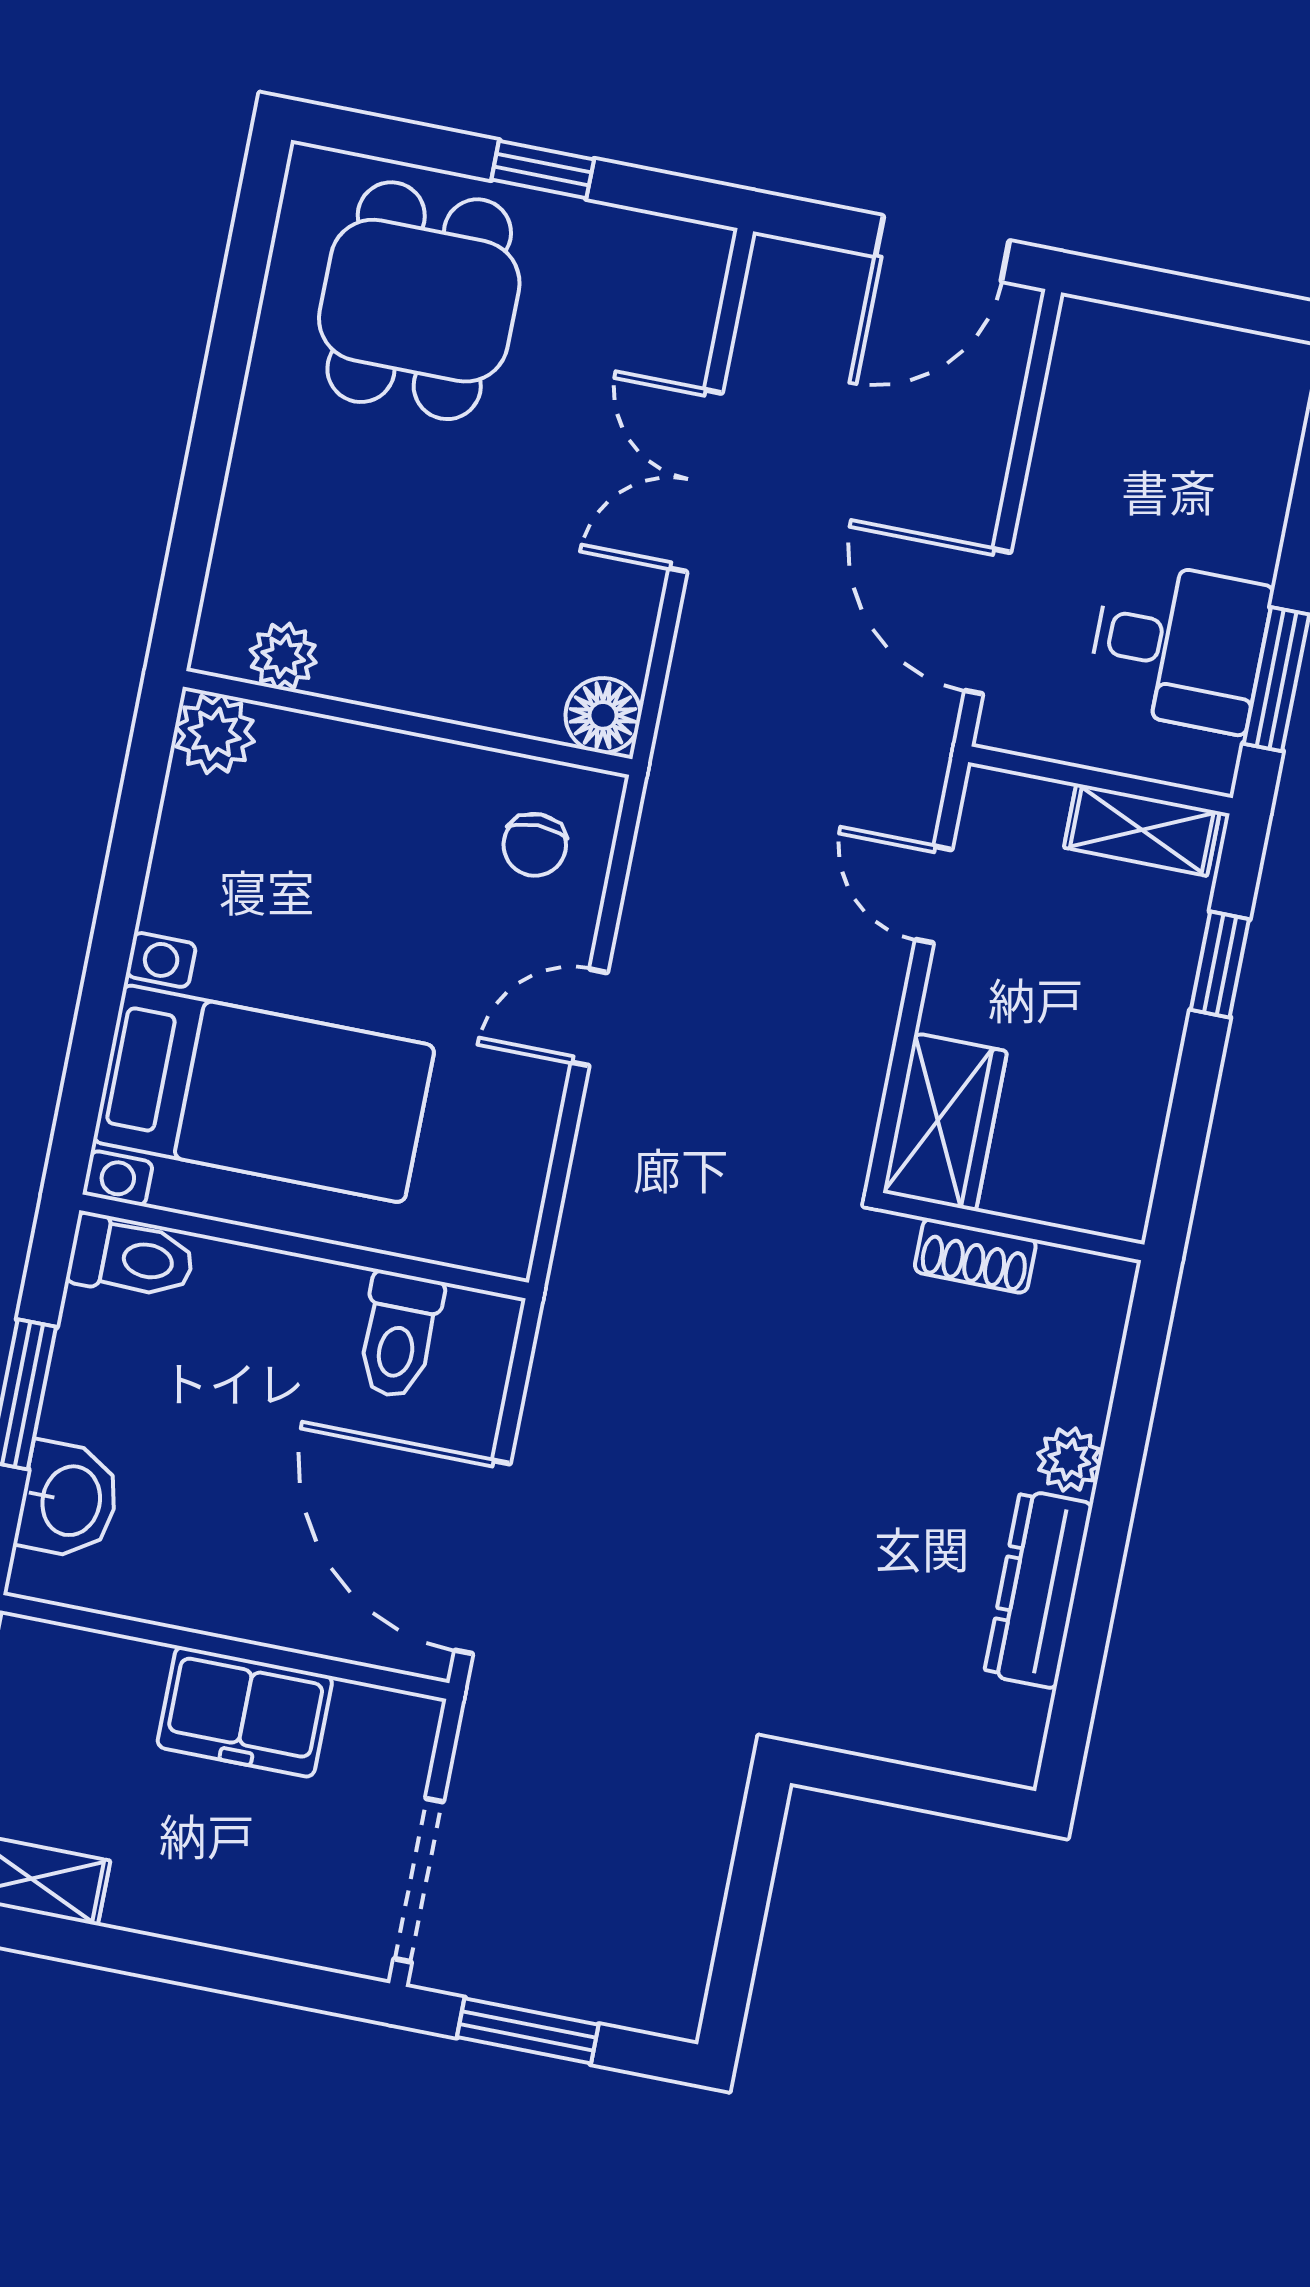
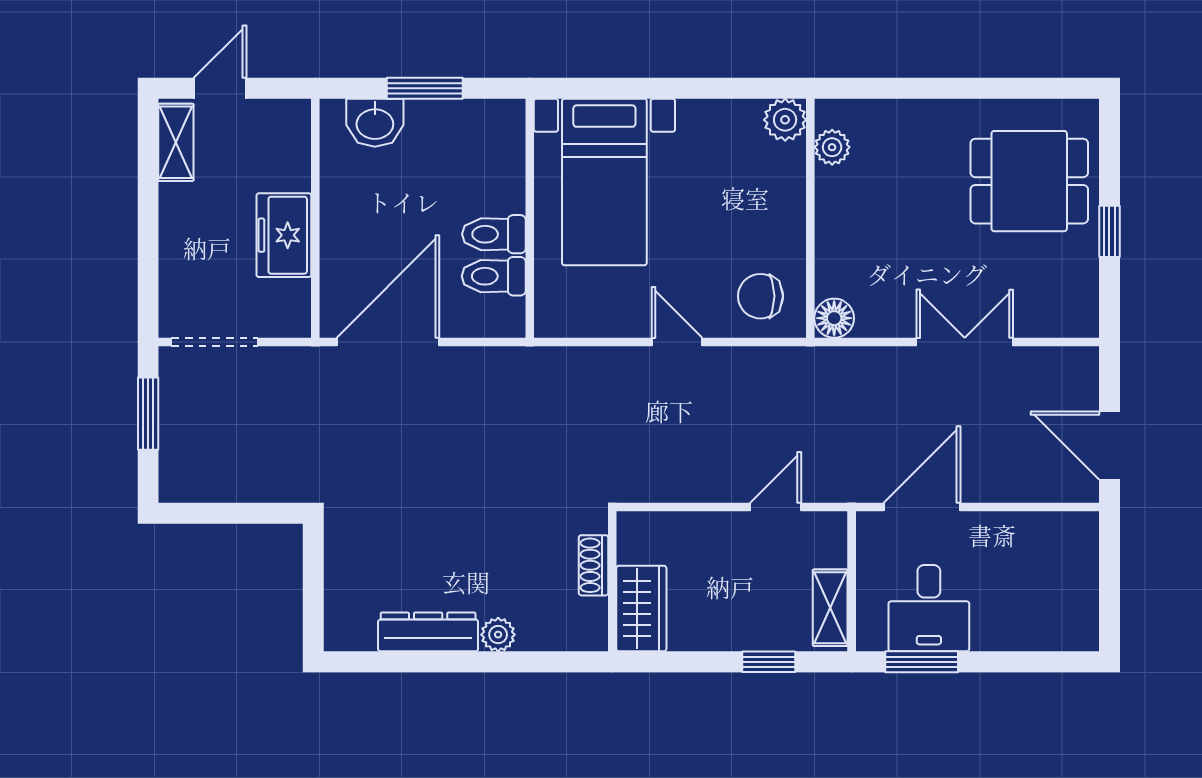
chair: (535, 845) -> (760, 296), width x1.37, depth x1.37
wardrobe: (945, 1122) -> (641, 608), moved, turned -90
toilet: (131, 1258) -> (494, 234), moved, turned 90

